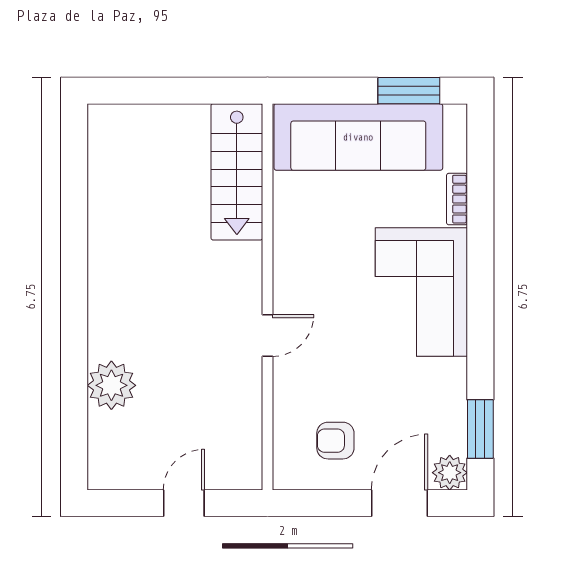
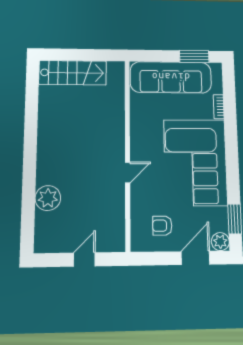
stairs: (237, 172) -> (73, 73), moved, turned -90
corner sofa: (421, 292) -> (195, 162), width x1.36, depth x1.36

